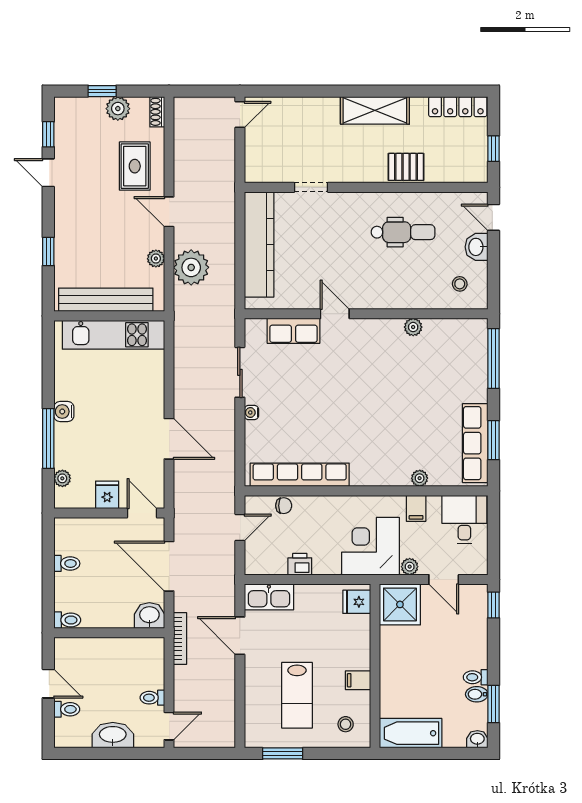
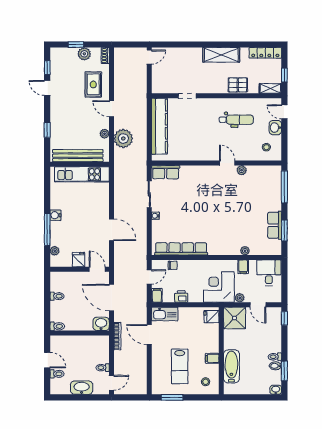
shelving: (467, 174) -> (270, 89), added
door: (335, 314) -> (227, 163), moved
row of seats: (293, 331) -> (166, 172), moved
row of seats: (475, 443) -> (275, 225), width x0.68
filing cabinet: (254, 562) -> (157, 295), added
bathtub: (411, 733) -> (231, 366), moved, turned 90

